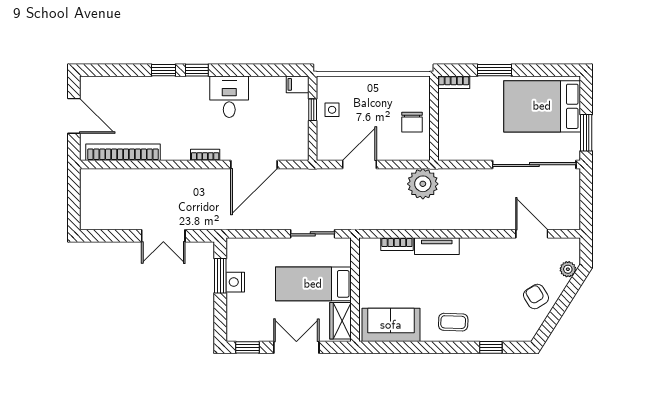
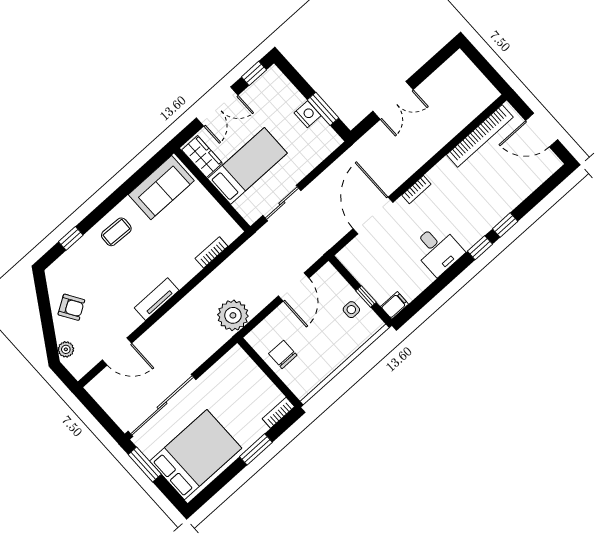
double door: (163, 236) -> (393, 100), swing flipped
tv unit: (437, 246) -> (157, 299), moved

